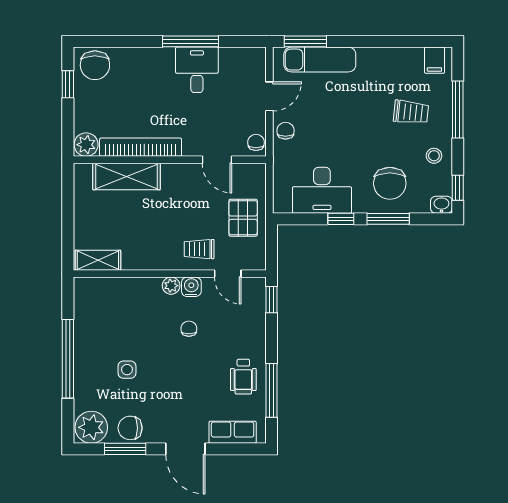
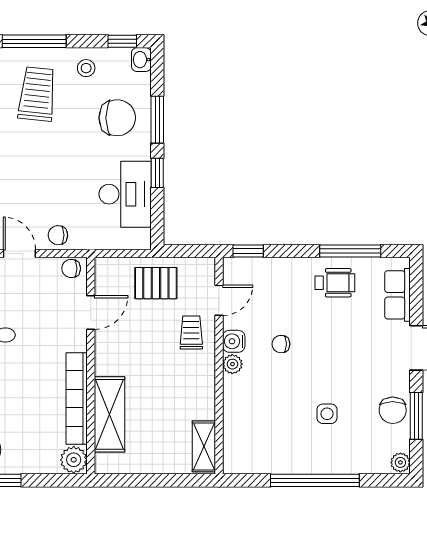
trolley: (411, 112) -> (37, 94), width x1.36, depth x1.39
trolley: (199, 249) -> (191, 333), turned 180
plant: (91, 427) -> (400, 462), width x0.53, depth x0.53

